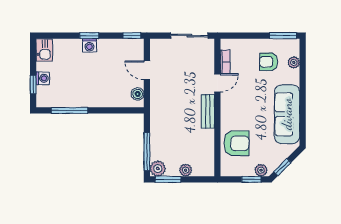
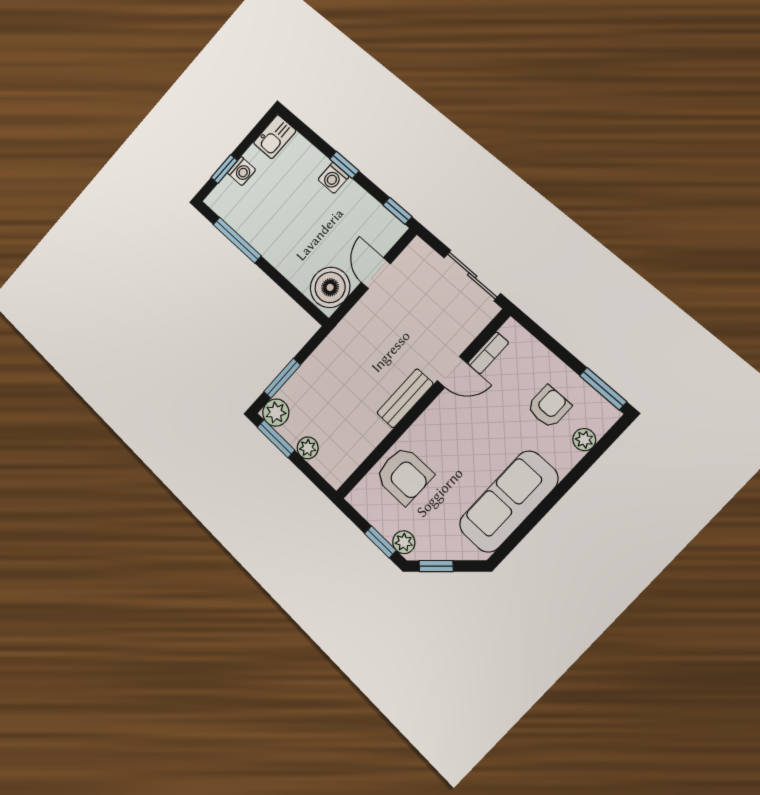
armchair: (269, 62) -> (549, 407), turned 90
boiler: (138, 94) -> (330, 287), width x1.86, depth x1.86
window: (147, 152) -> (282, 378), width x0.69

